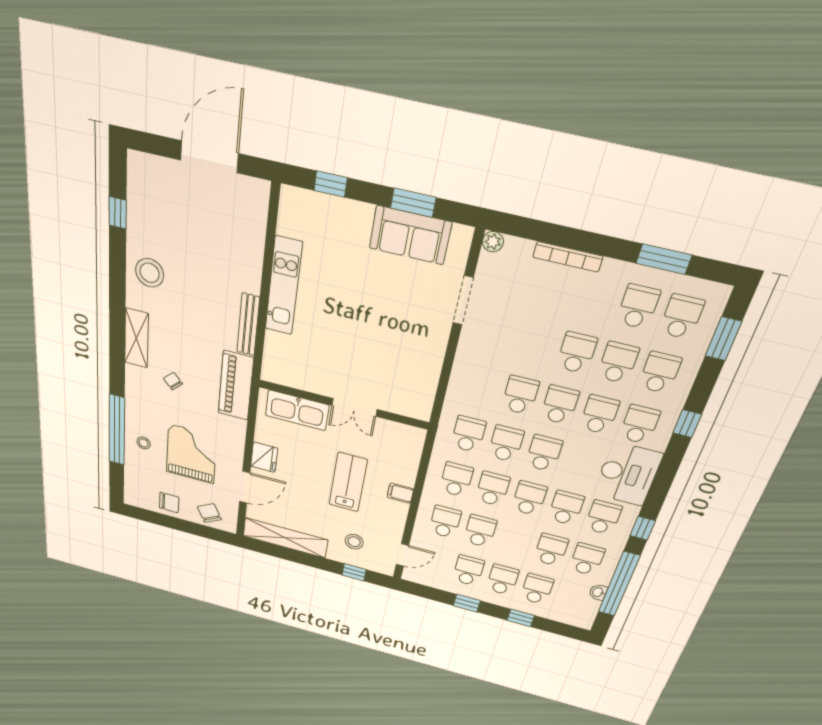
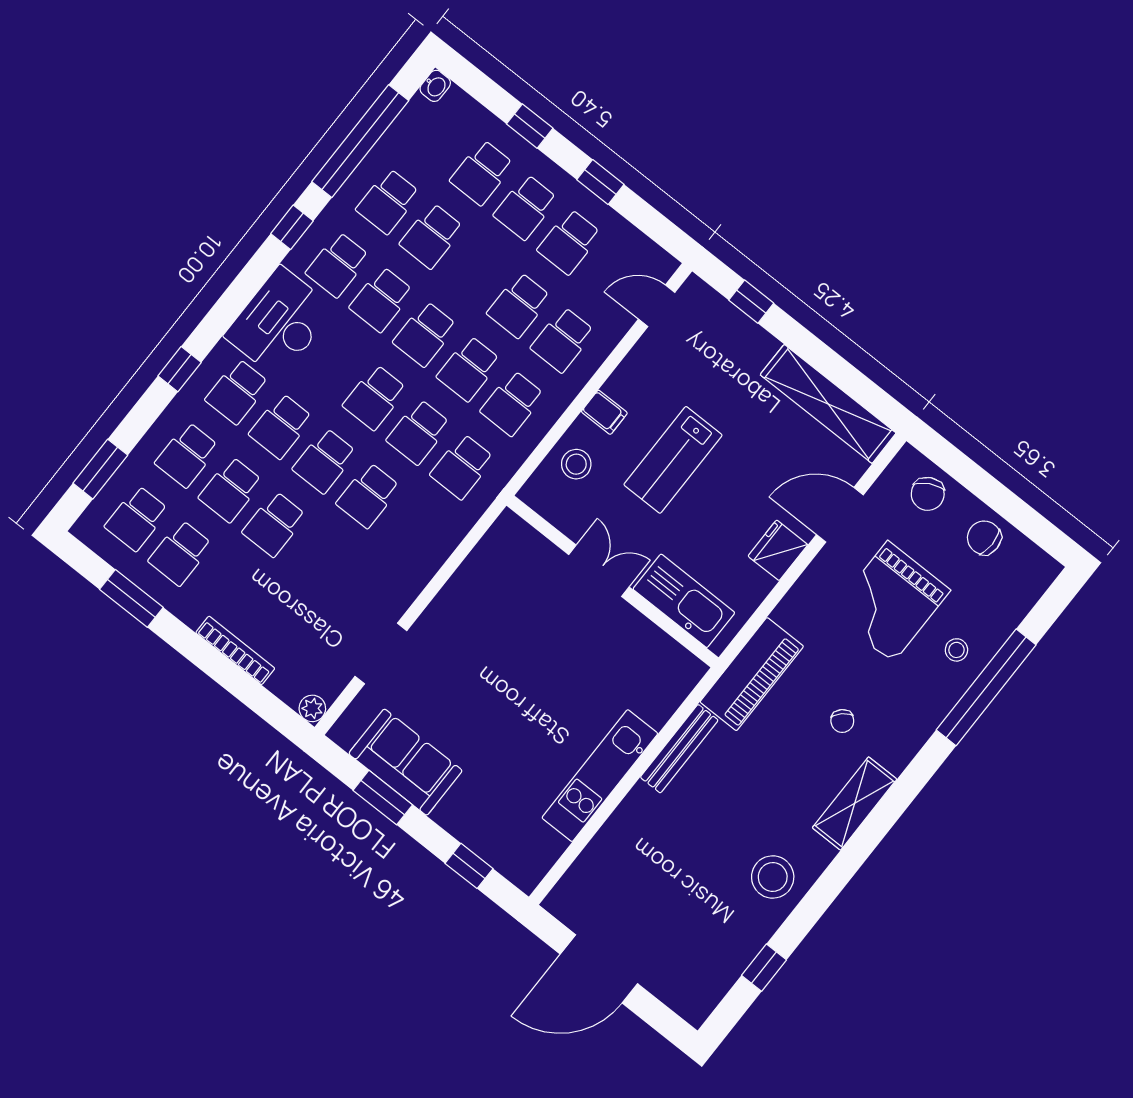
stool: (354, 542) -> (576, 464), moved
washbasin: (598, 592) -> (435, 86), moved

